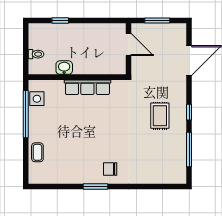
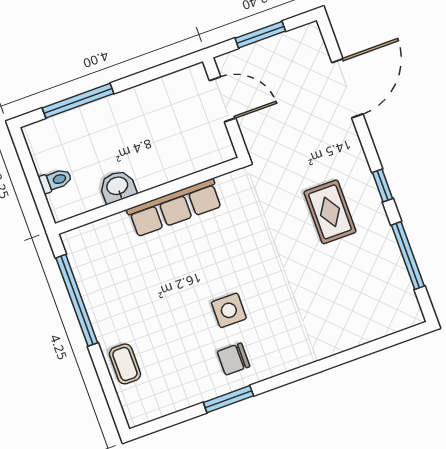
window: (60, 20) -> (78, 101), width x2.17
side table: (37, 99) -> (229, 310), moved
chair: (110, 169) -> (234, 359), moved
window: (95, 186) -> (228, 399), moved

